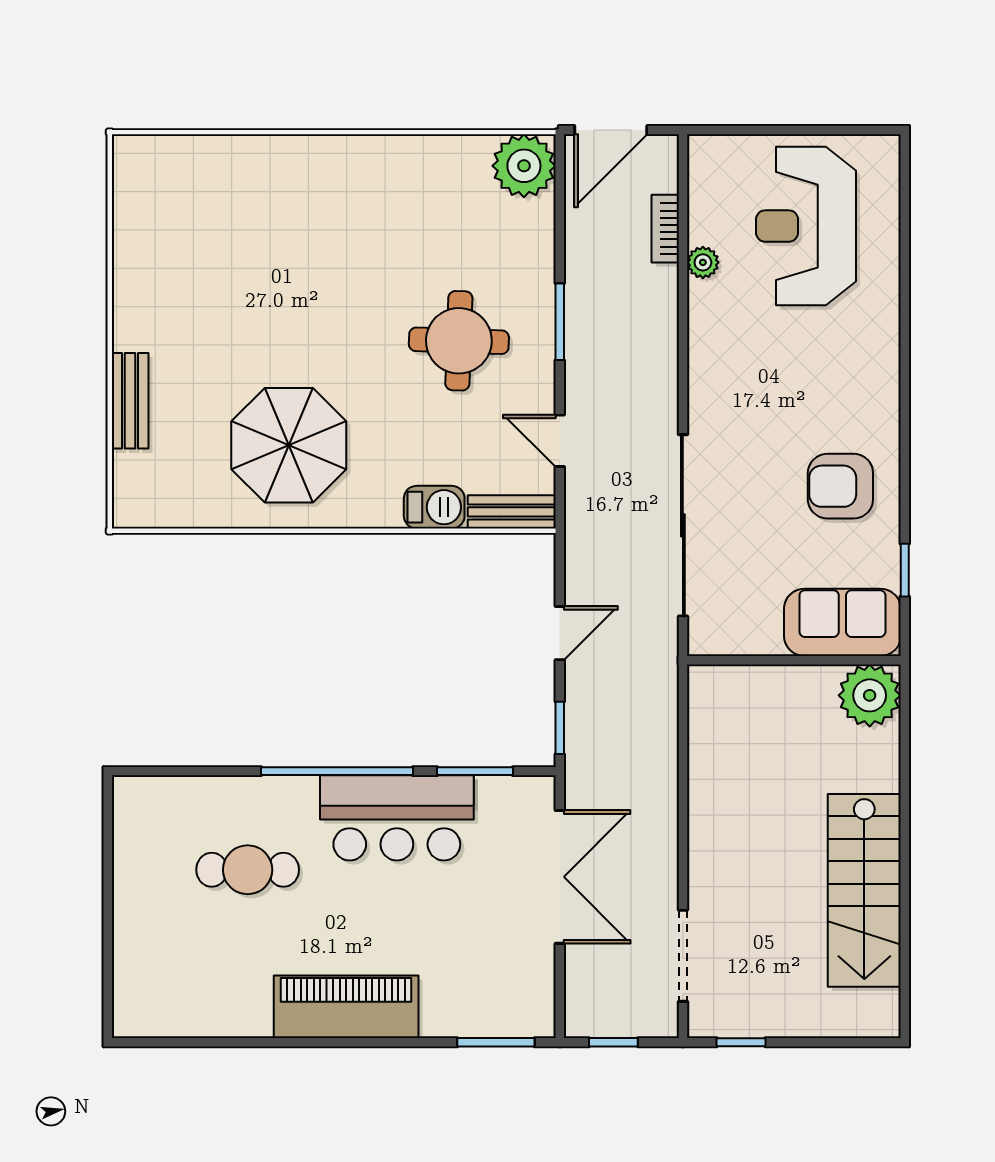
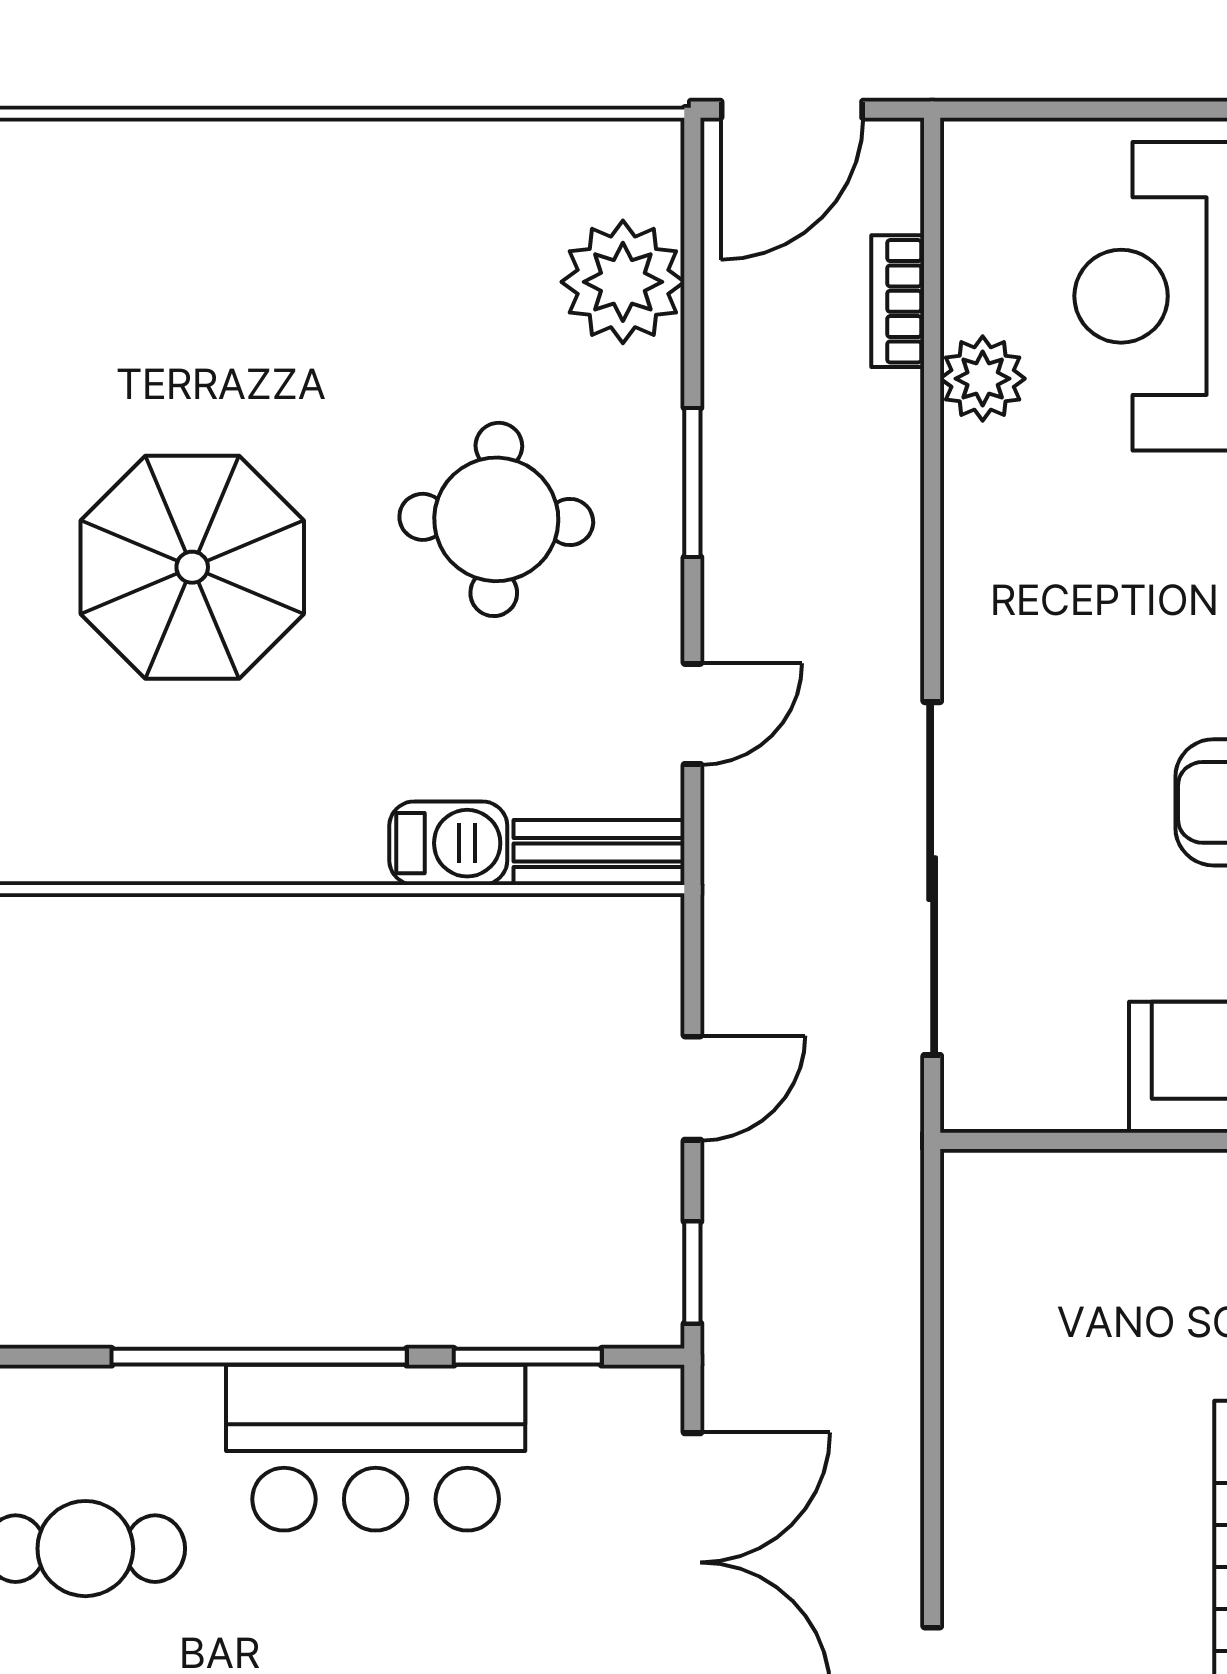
plant: (524, 166) -> (623, 282), moved
plant: (703, 262) -> (983, 379), width x1.38, depth x1.38
door: (560, 441) -> (692, 714), swing flipped
parasol: (289, 445) -> (192, 567), moved

